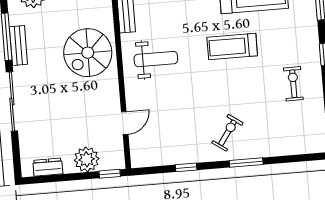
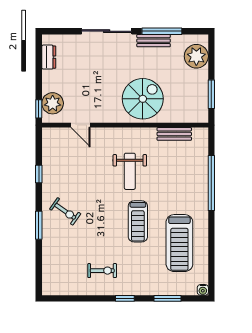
treadmill: (232, 47) -> (138, 221), turned 180
spiral stairs: (88, 53) -> (143, 99), turned 90
weight bench: (156, 59) -> (130, 171), moved
plant: (87, 159) -> (53, 103), moved

